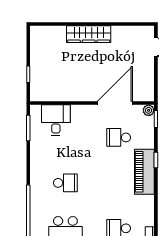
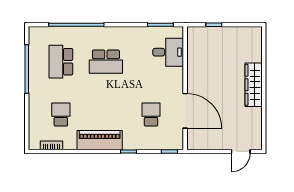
plant: (149, 110) -> (178, 144), removed
piano: (144, 172) -> (100, 140), moved
school desk: (65, 183) -> (106, 62), width x1.85

